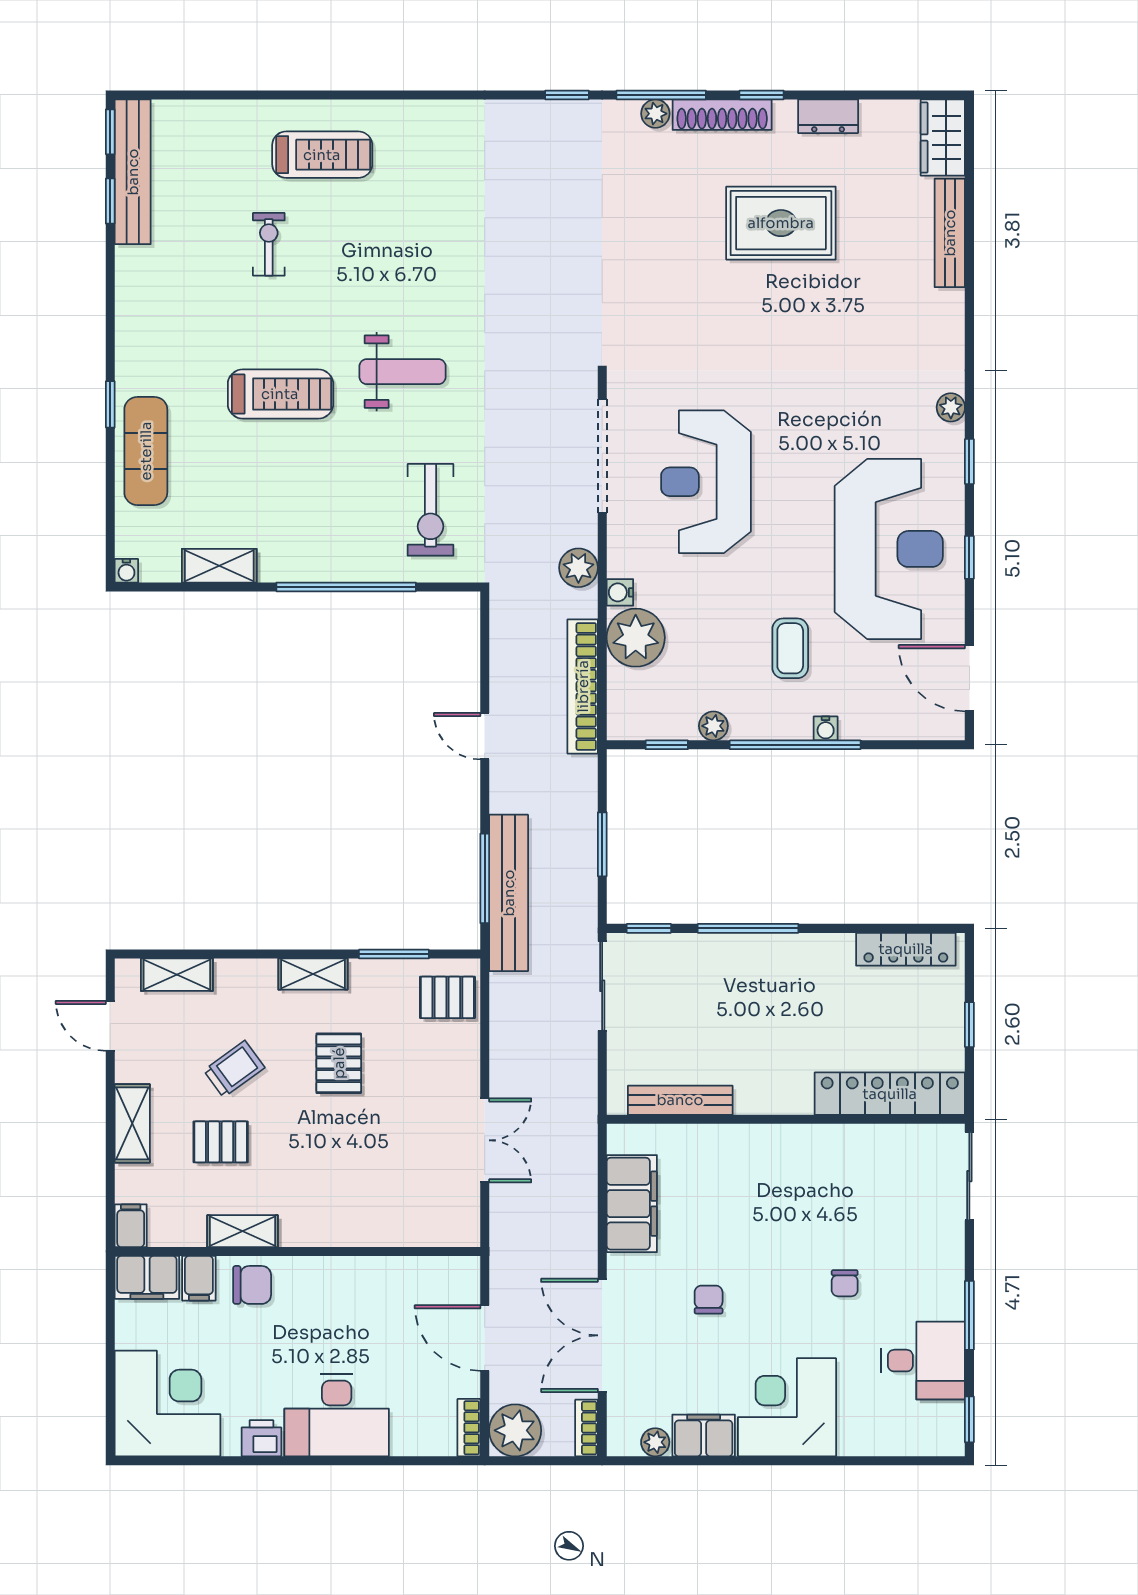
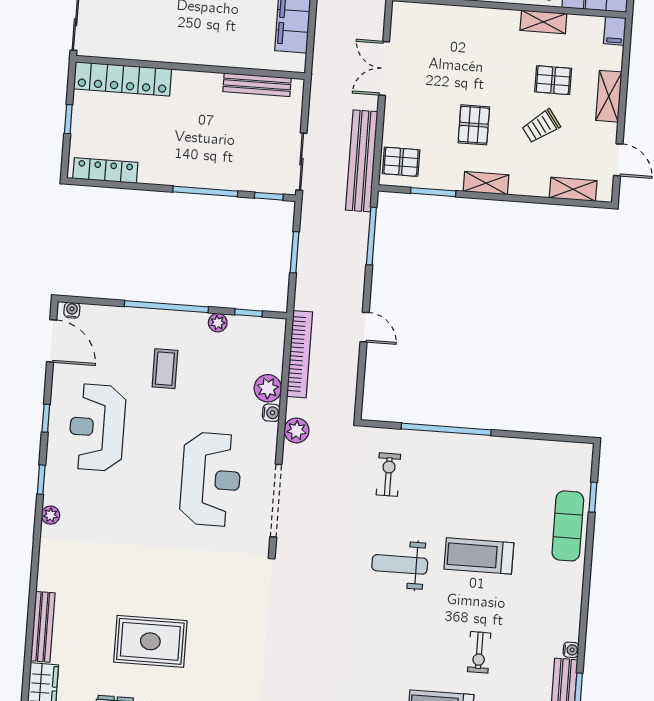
window: (110, 404) -> (593, 497), moved
exercise bike: (431, 510) -> (388, 475), width x0.73, depth x0.72
reception desk: (889, 549) -> (97, 427), width x0.74, depth x0.77
shelving: (219, 566) -> (526, 449), removed
water cooler: (126, 571) -> (571, 650), moved, turned 90
plant: (636, 638) -> (268, 388), width x0.73, depth x0.73
water cooler: (826, 728) -> (72, 310), moved
bench: (509, 893) -> (362, 161), moved

